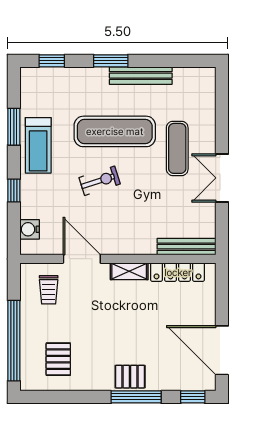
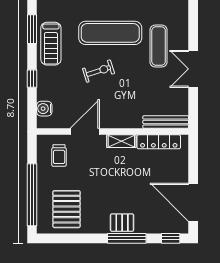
door: (82, 259) -> (85, 131), hinge flipped
pallet: (58, 359) -> (66, 209), width x1.50, depth x1.42

